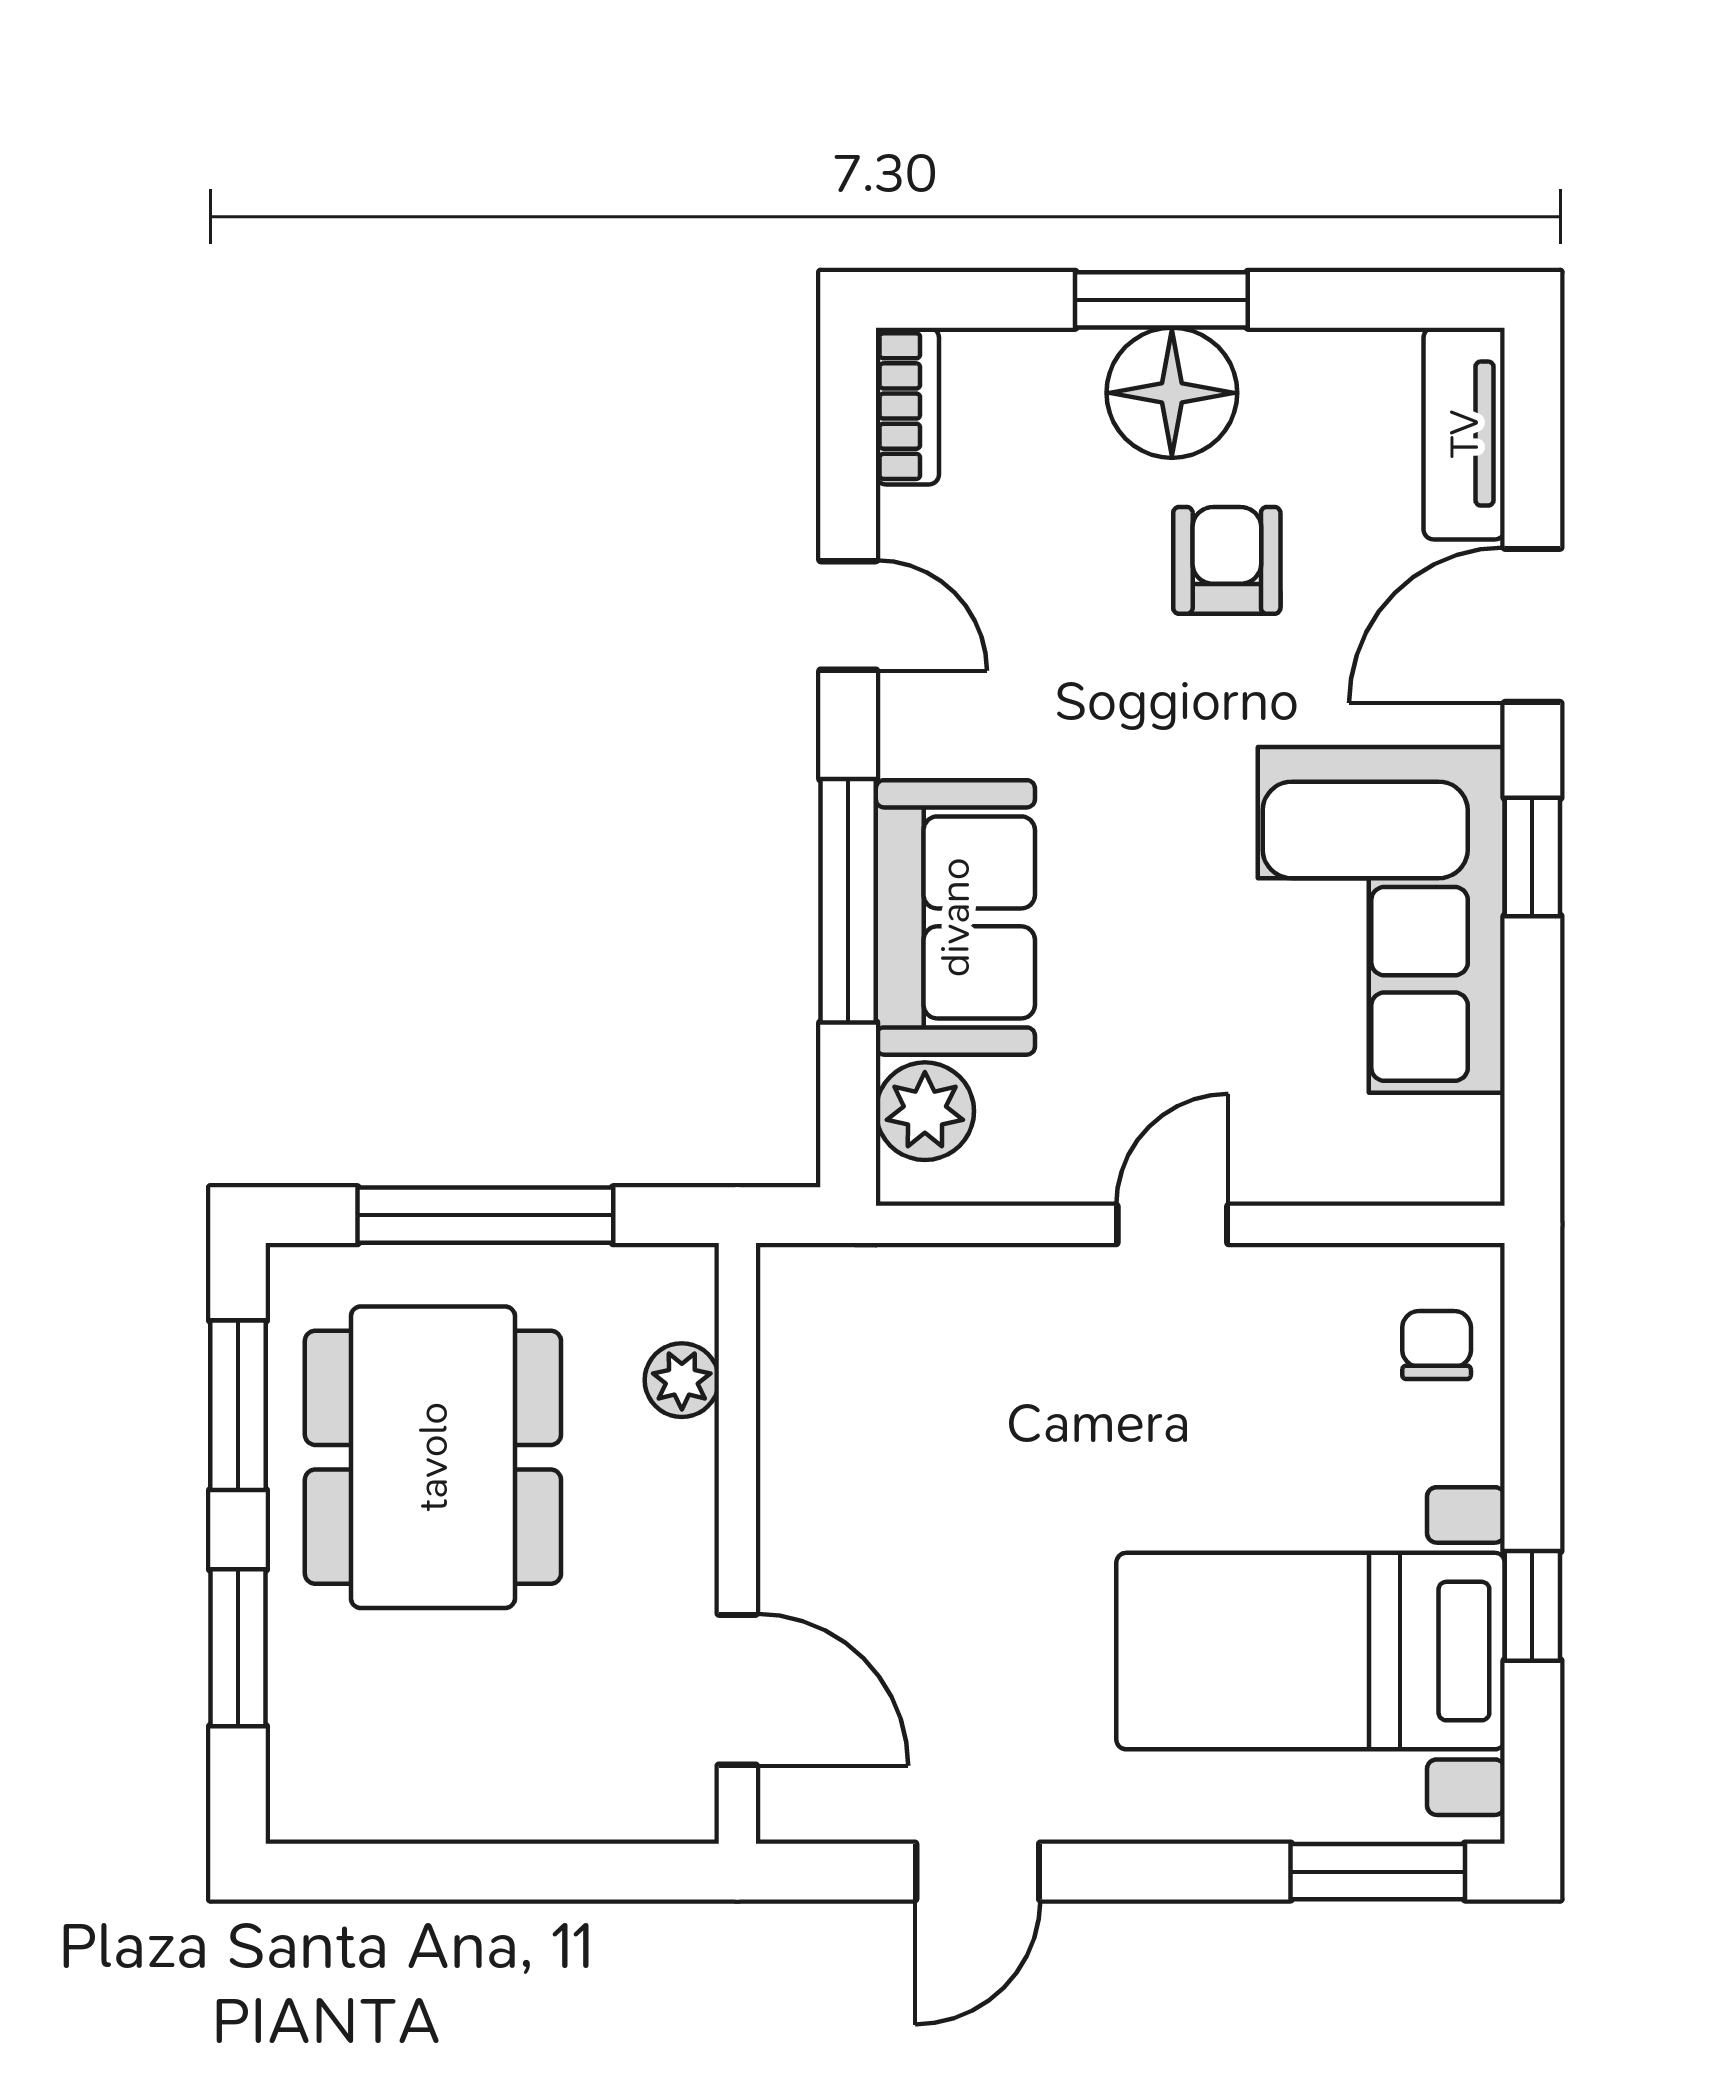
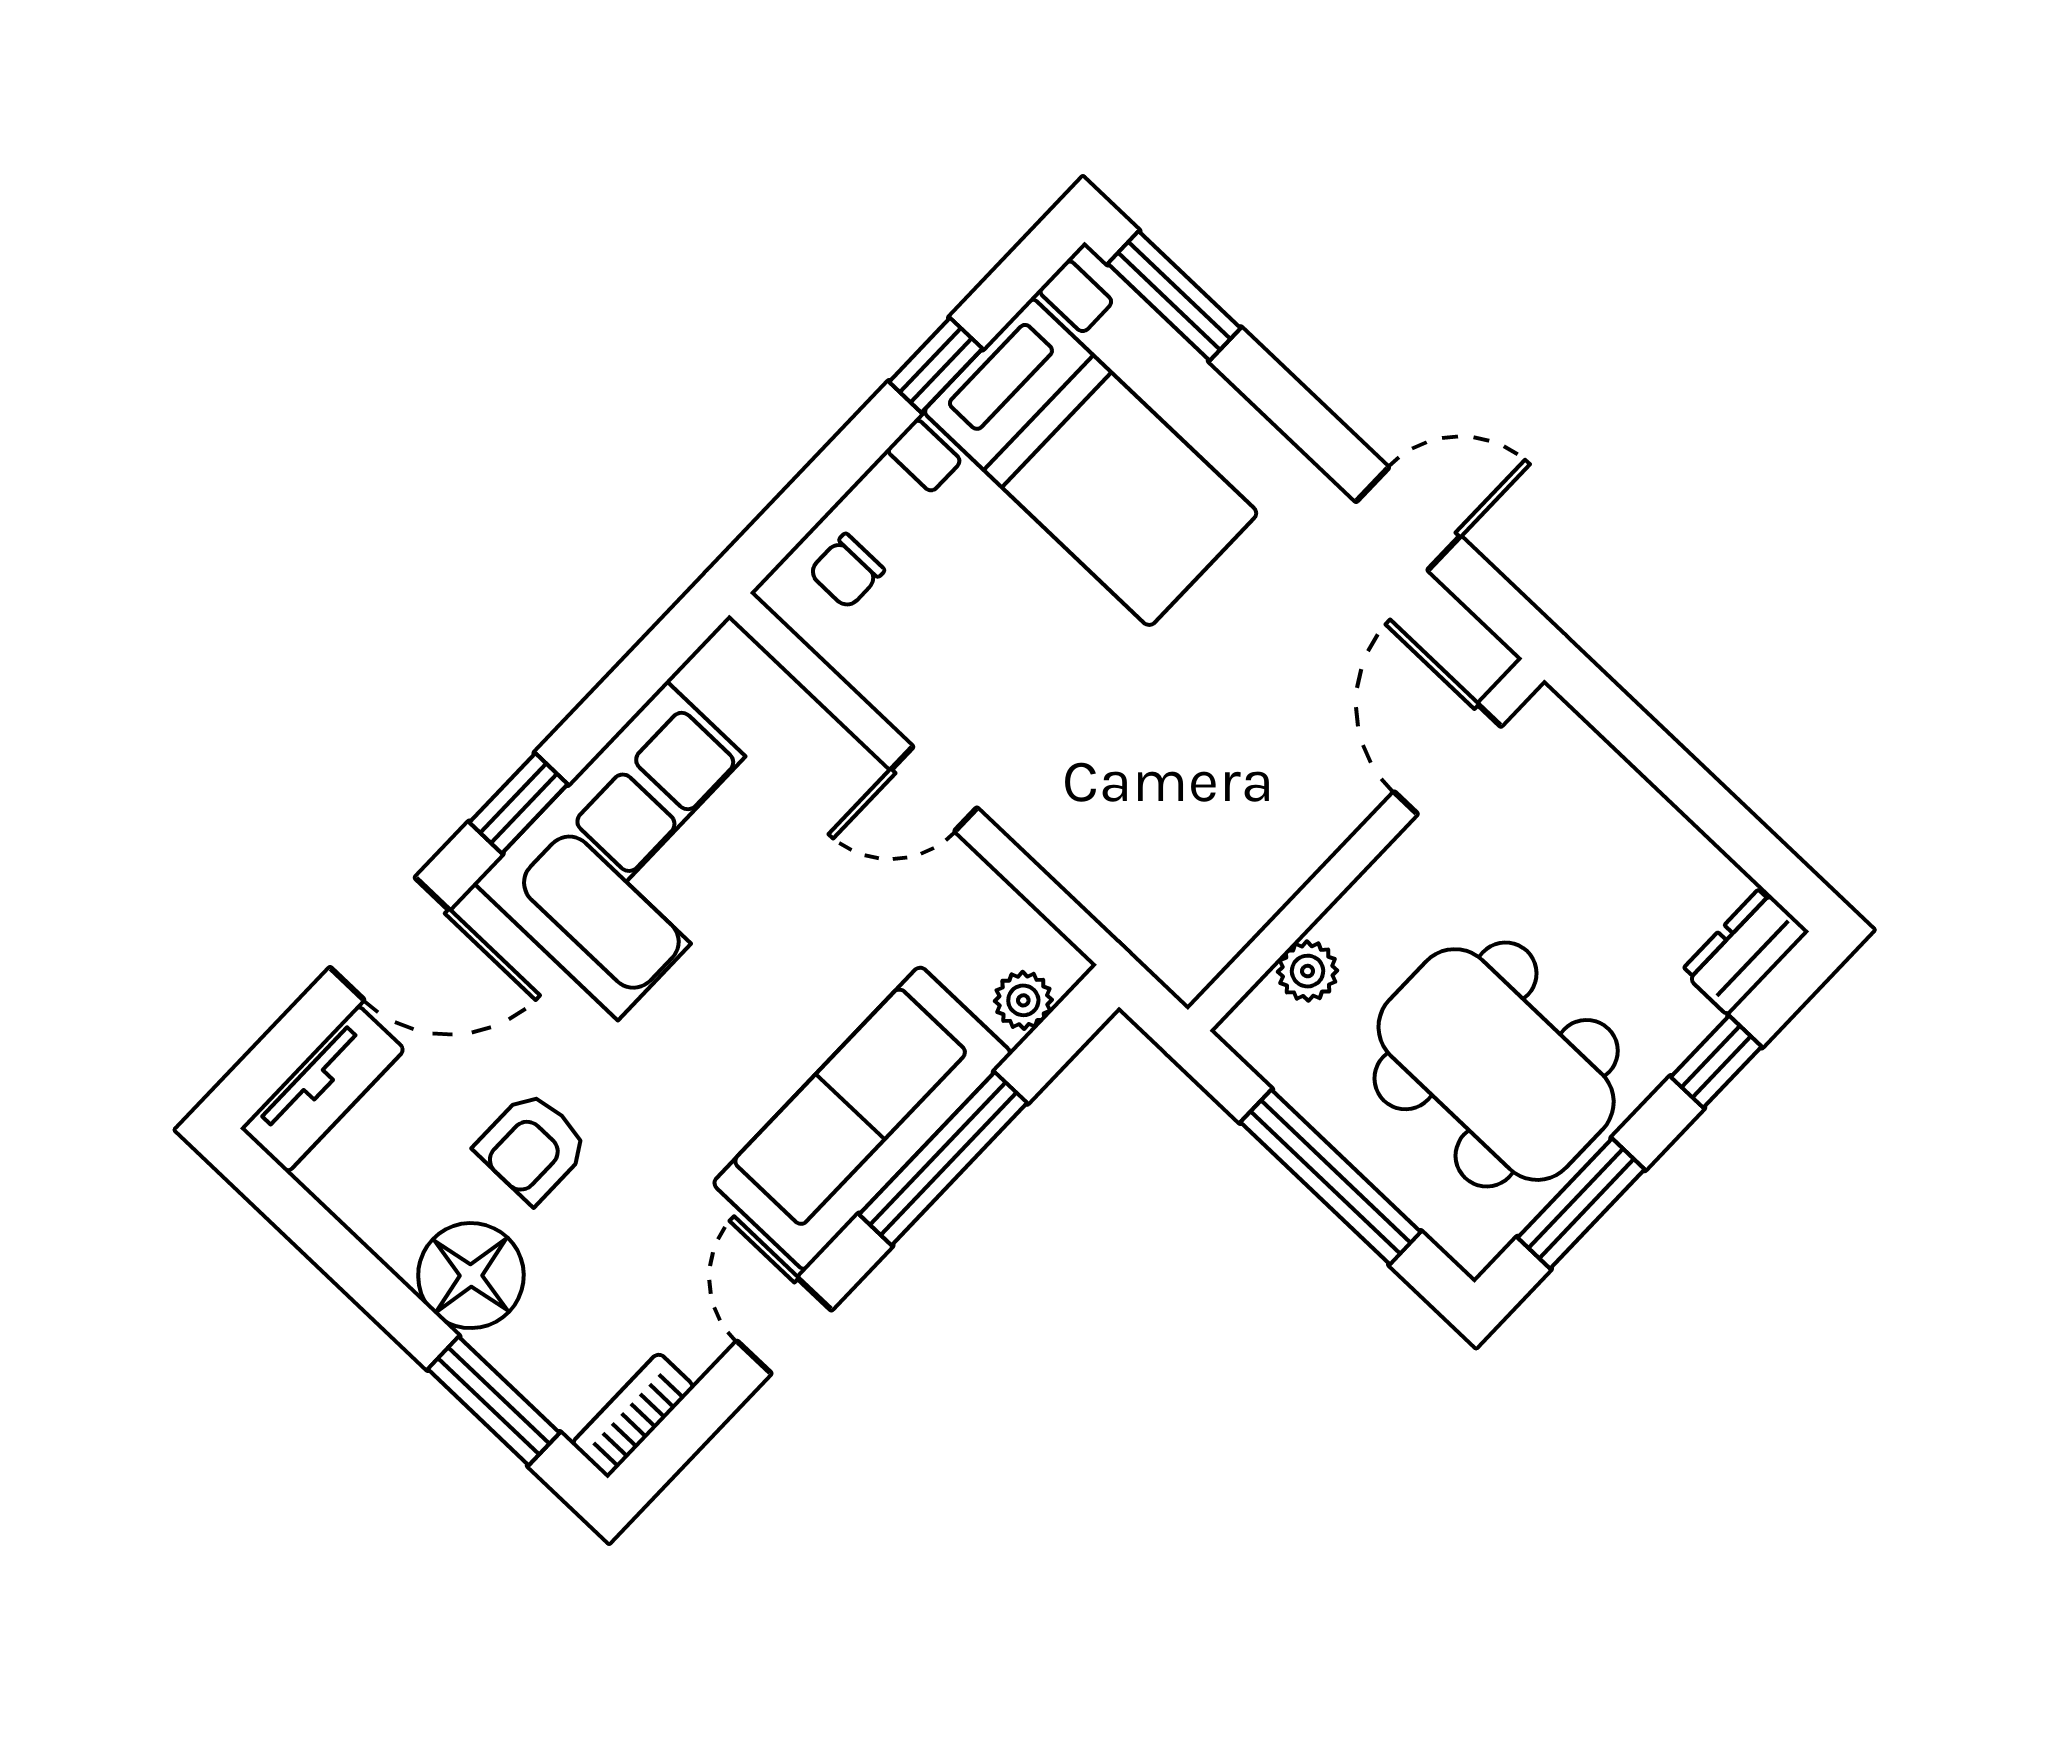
window: (1161, 300) -> (494, 1401), moved
sofa: (955, 917) -> (862, 1118), width x1.36
plant: (925, 1111) -> (1023, 1000), width x0.73, depth x0.73
dining table: (433, 1457) -> (1496, 1065), turned 90
window: (238, 1648) -> (1716, 1062), width x0.67
dresser: (307, 1771) -> (1745, 951), added

